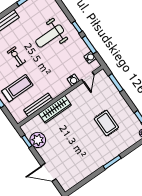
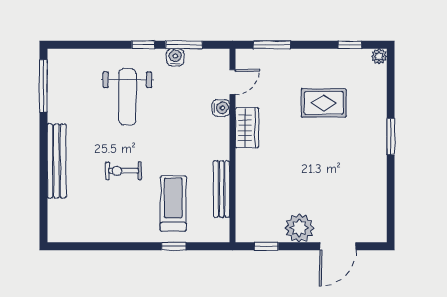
water cooler: (90, 57) -> (175, 57), moved
door: (88, 77) -> (232, 82), hinge flipped
wardrobe: (55, 109) -> (247, 128), moved, width x0.67
plant: (38, 140) -> (299, 228), moved

